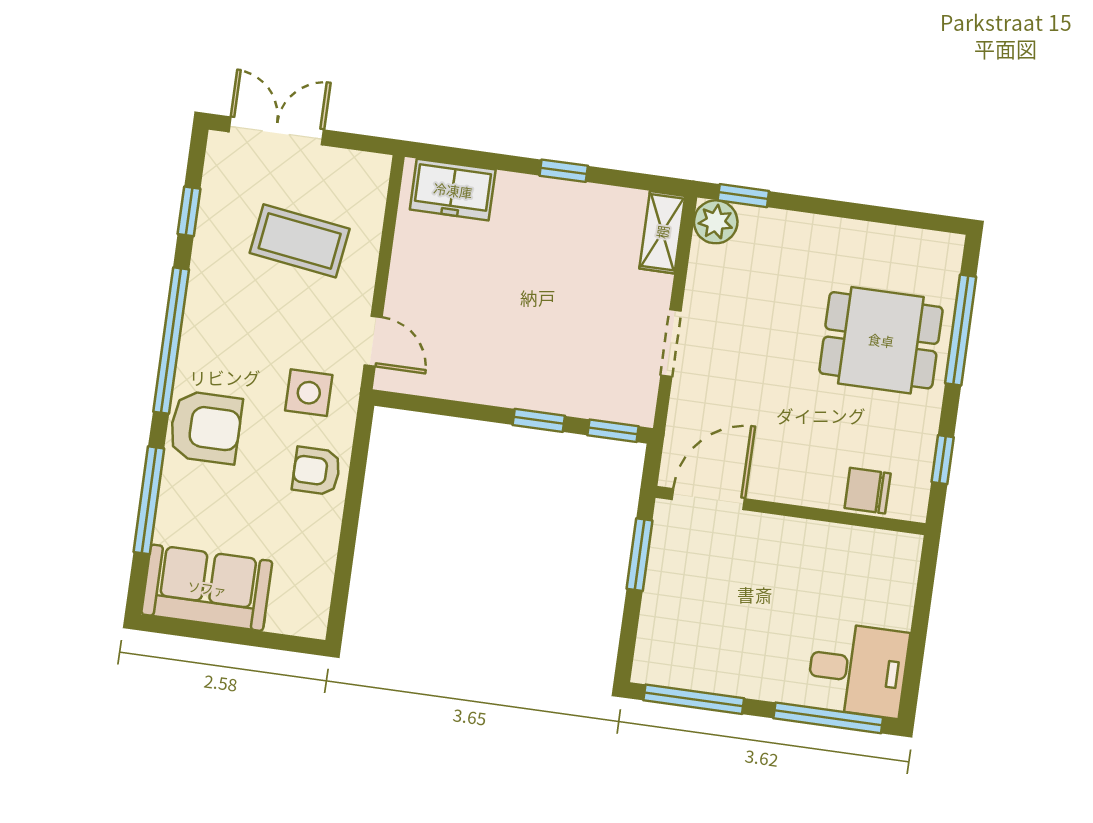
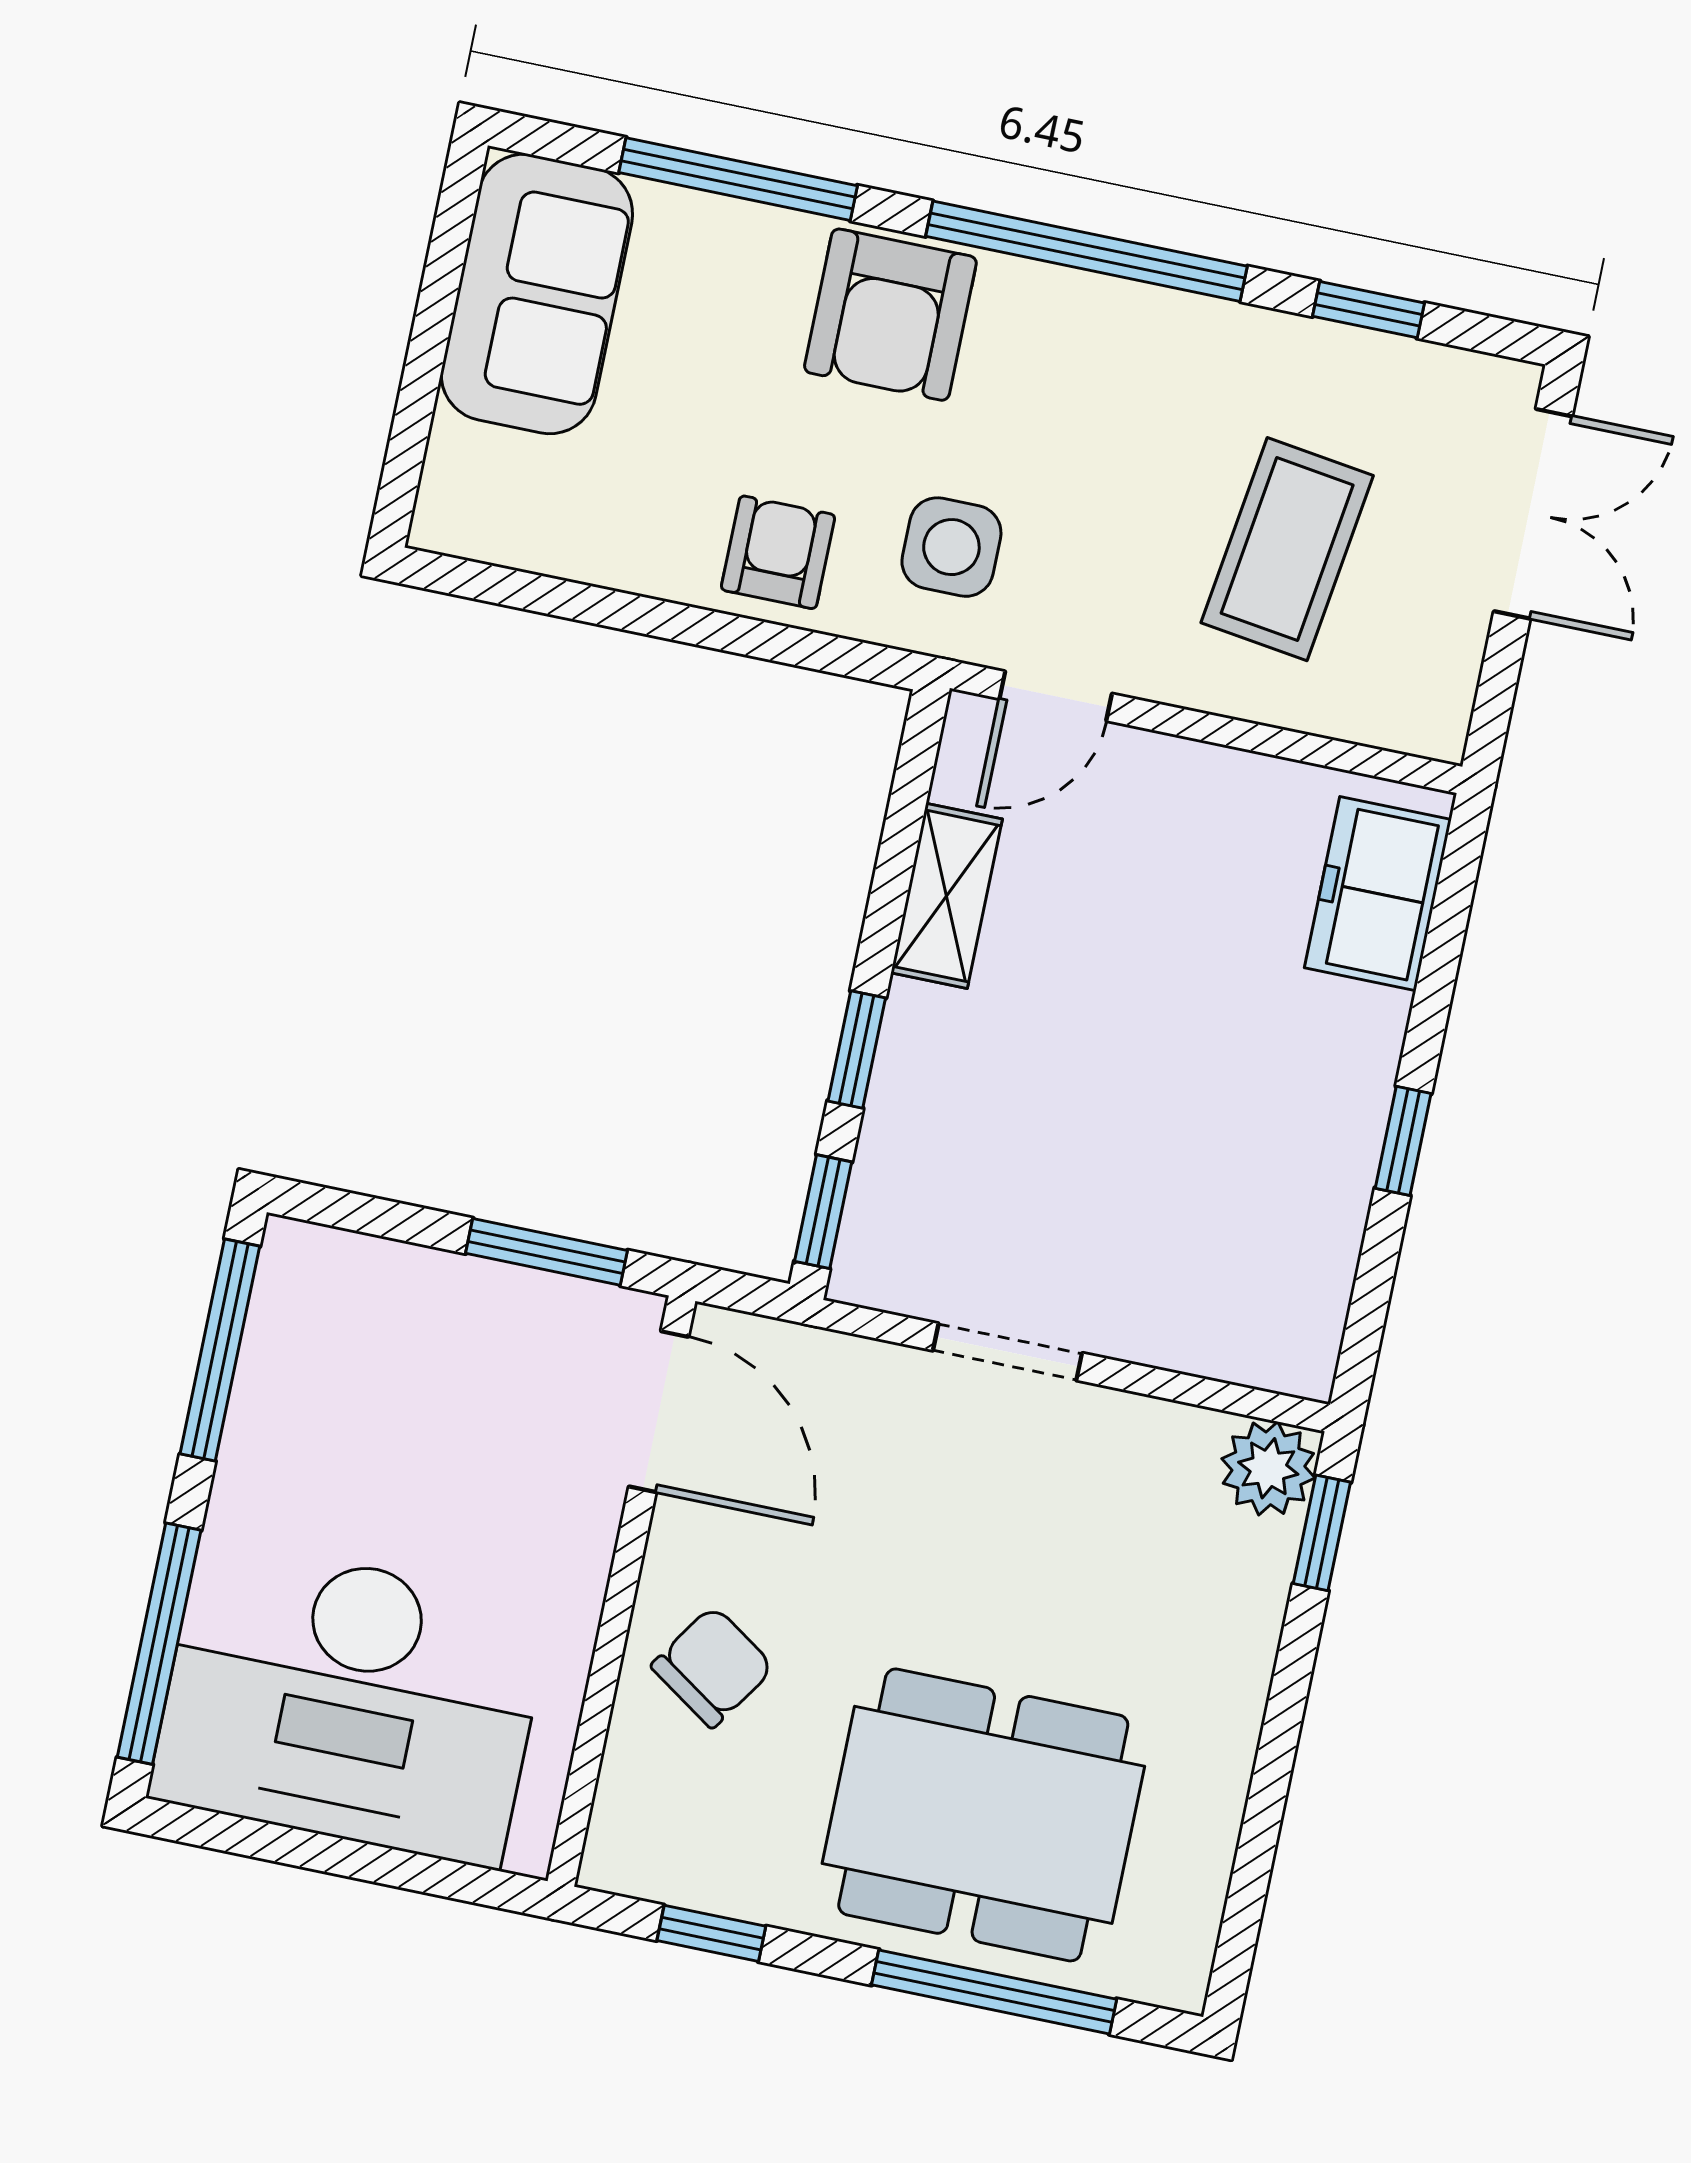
shelving: (662, 232) -> (947, 896), moved, turned 90
dining table: (881, 340) -> (983, 1815), width x1.37
chair: (868, 491) -> (713, 1667), moved, turned 34
desk: (858, 670) -> (350, 1702), width x1.87, depth x1.30

